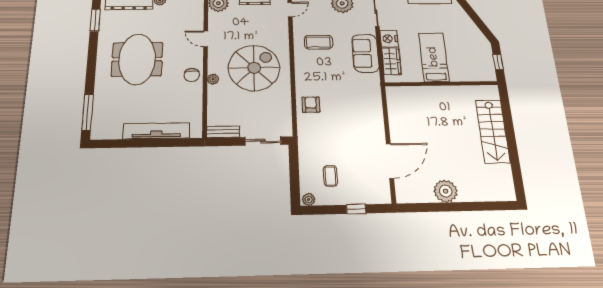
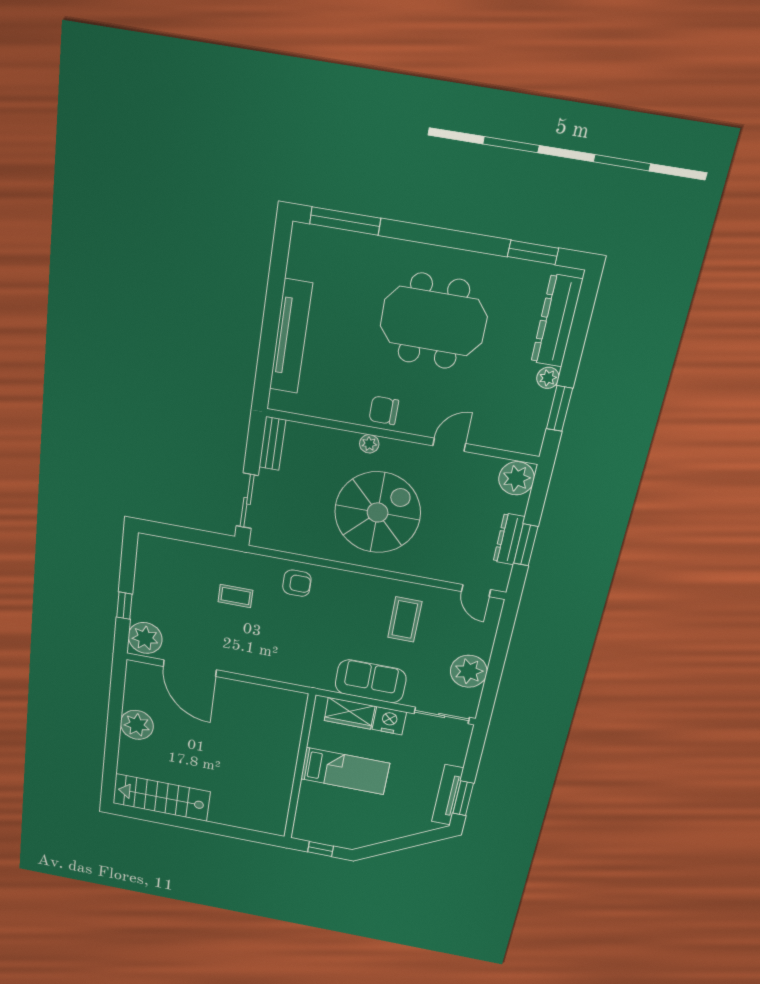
spiral stairs: (254, 68) -> (378, 513), turned -90
stairs: (493, 131) -> (161, 797), moved
coffee table: (330, 176) -> (236, 596), moved
plant: (309, 199) -> (145, 638), moved, width x1.87, depth x1.87

